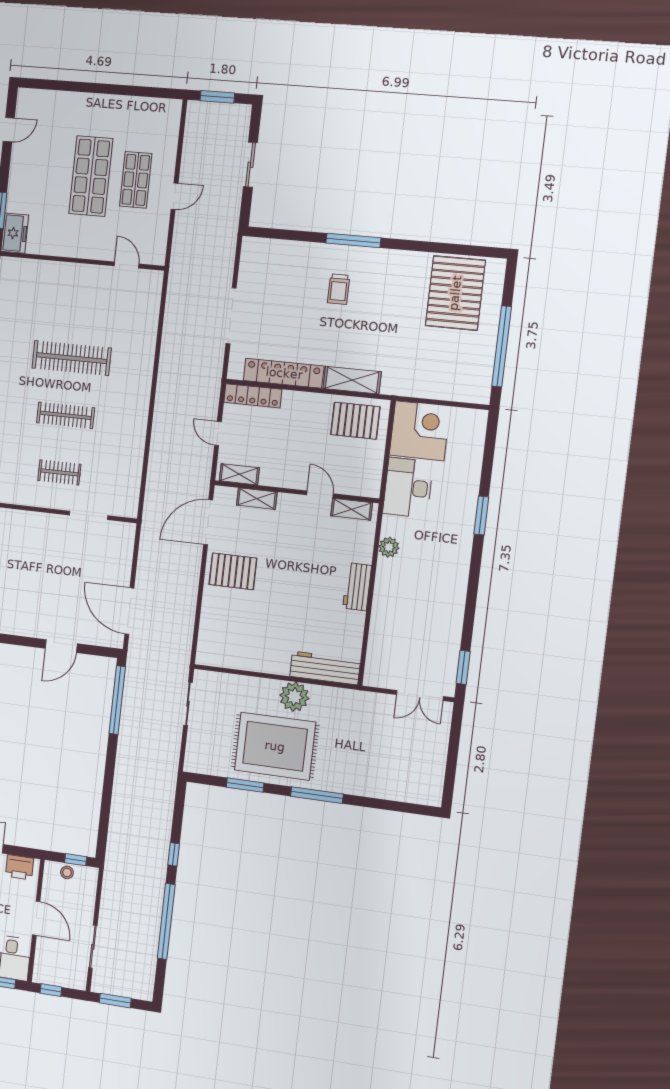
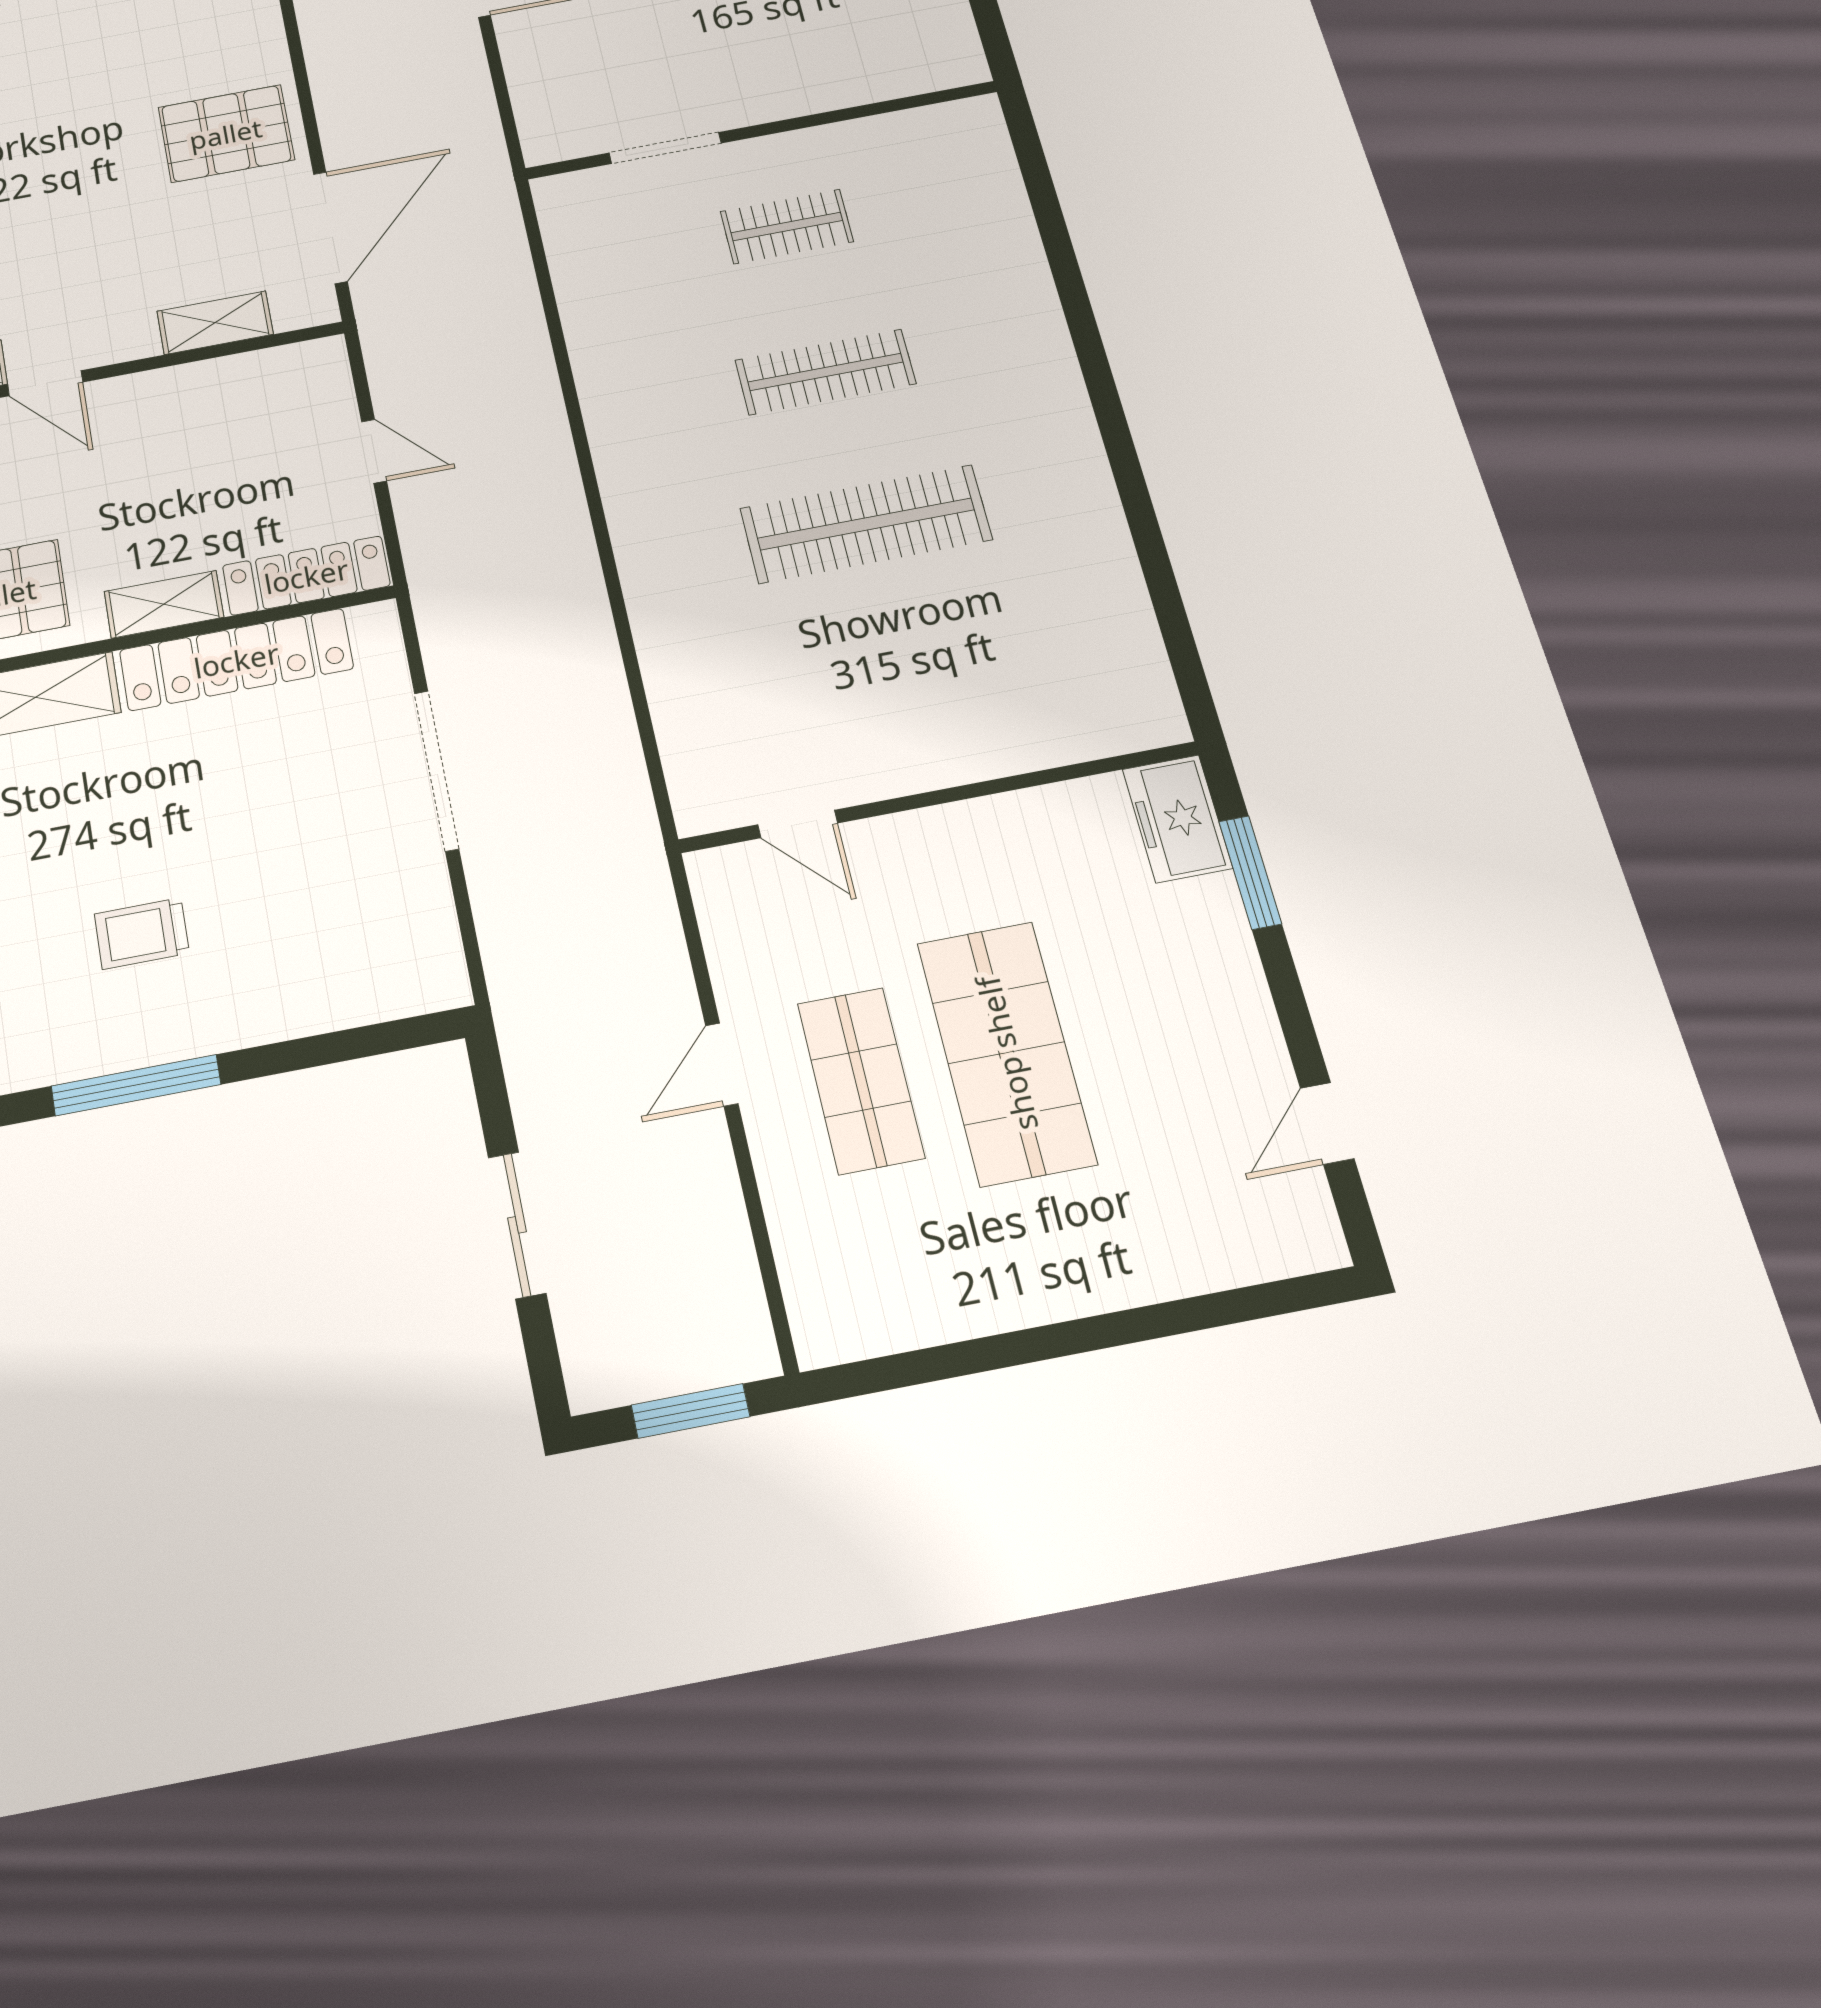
trolley: (339, 289) -> (142, 933), turned -90
shelving: (239, 474) -> (164, 604), moved

